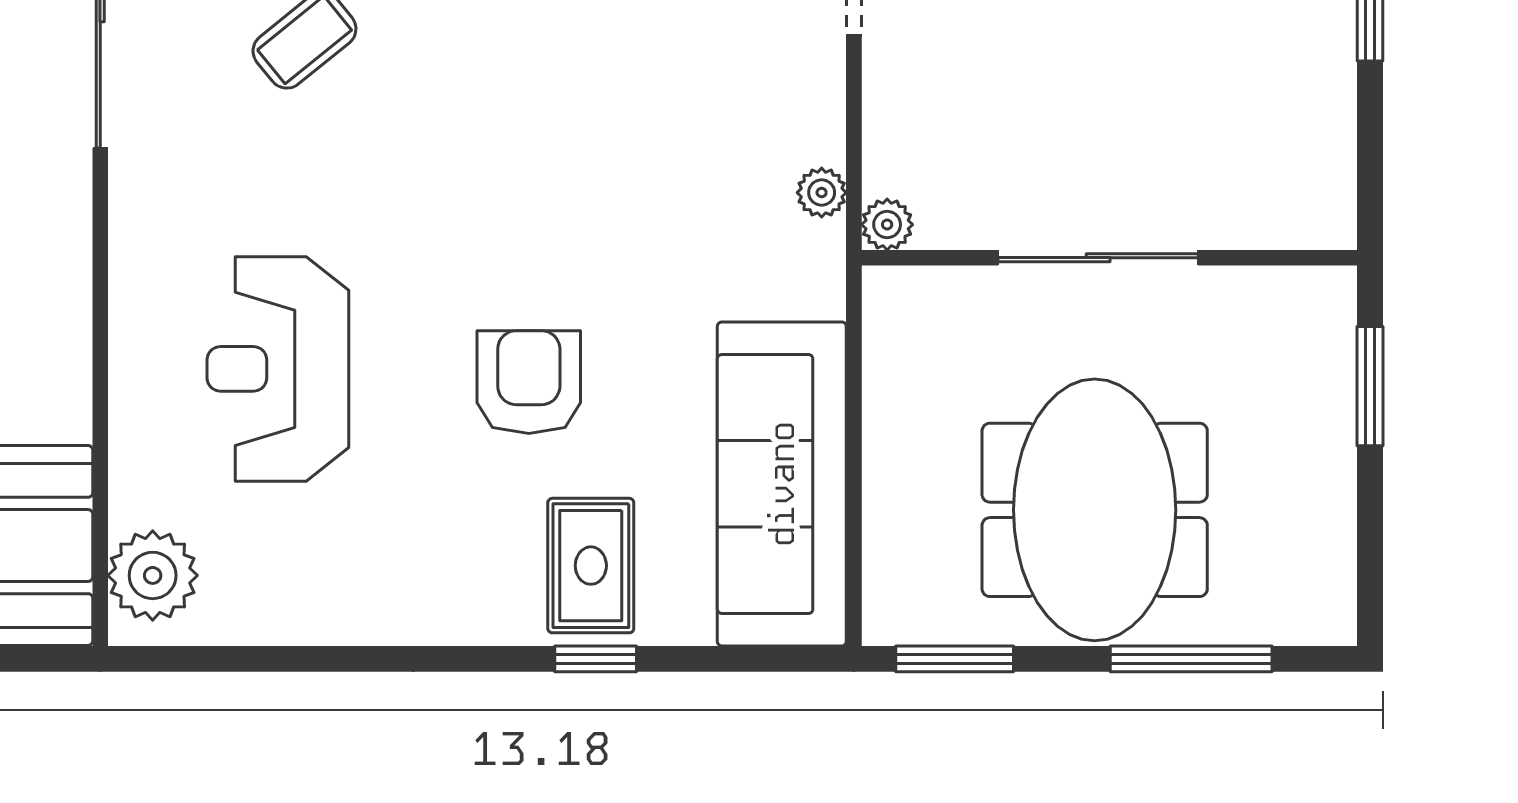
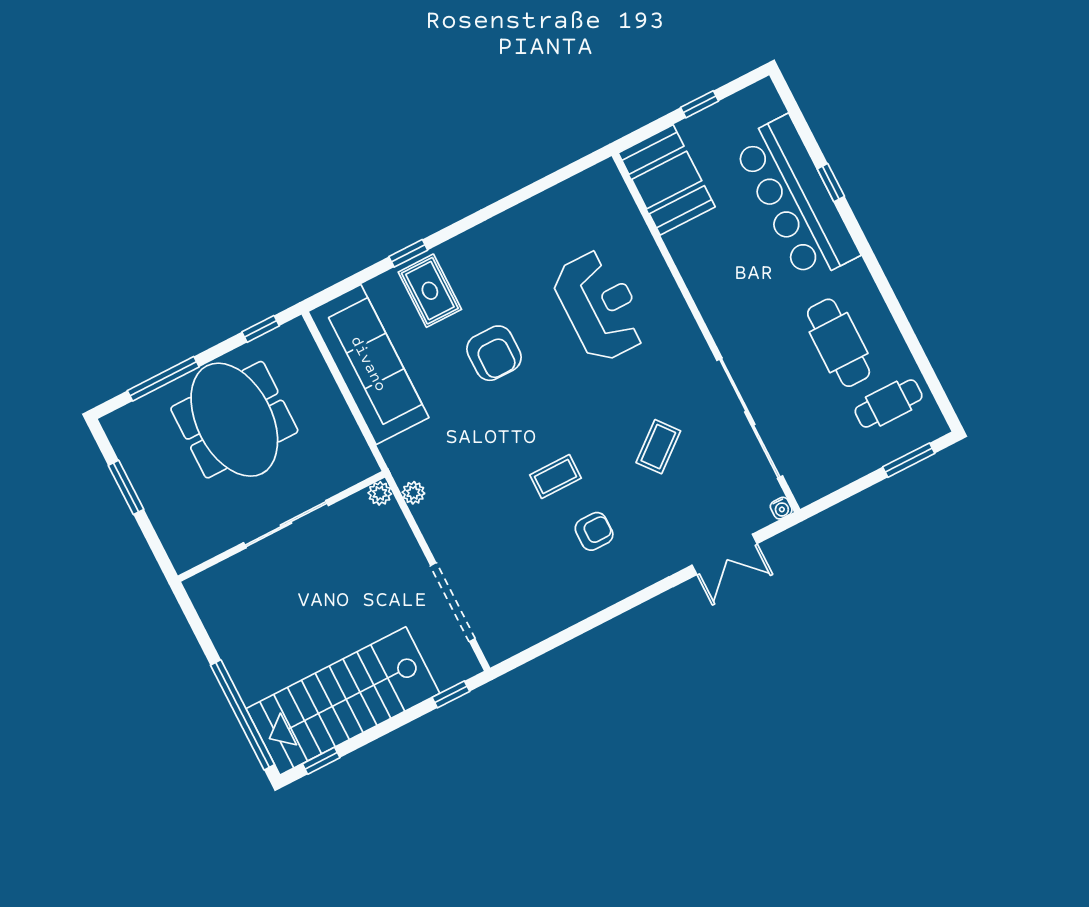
coffee table: (532, 84) -> (556, 477), added
window: (1370, 386) -> (126, 487), moved
plant: (153, 575) -> (608, 194), removed
window: (955, 659) -> (261, 329), width x0.67

